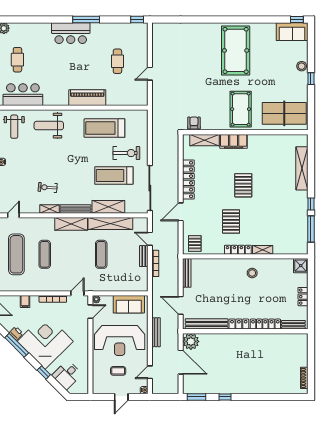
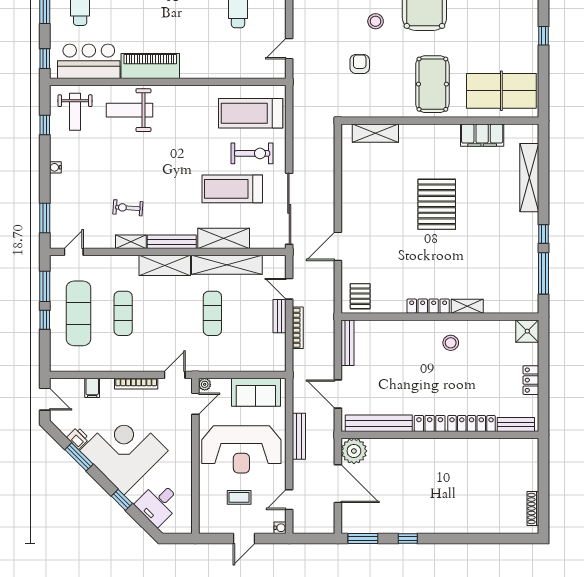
stool: (302, 66) -> (376, 21), moved
door: (150, 74) -> (289, 49), moved
piano: (87, 98) -> (150, 66), moved
armchair: (194, 123) -> (360, 64), moved
treadmill: (104, 128) -> (251, 113), moved
filing cabinet: (234, 141) -> (482, 135), moved
locker: (188, 179) -> (350, 195), removed
pallet: (243, 185) -> (437, 204), width x1.37, depth x1.41
pallet: (231, 221) -> (417, 262), removed
window: (17, 345) -> (79, 457), width x0.69

